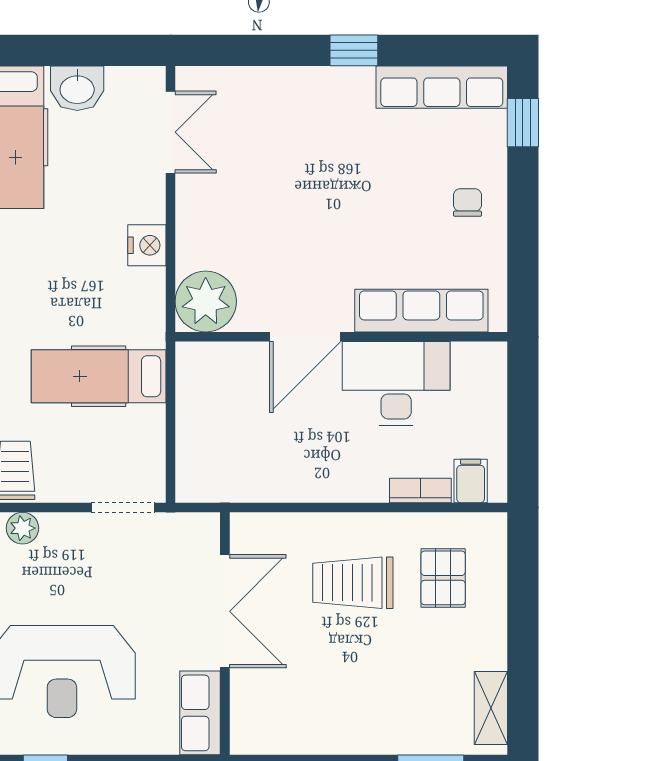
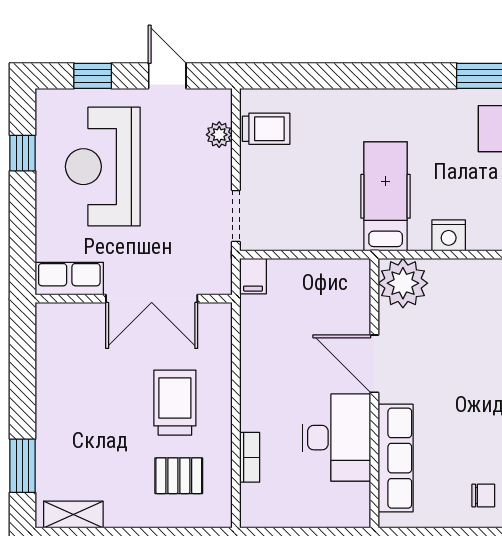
hospital bed: (99, 376) -> (386, 196), moved
filing cabinet: (471, 481) -> (253, 276), moved, turned 90

